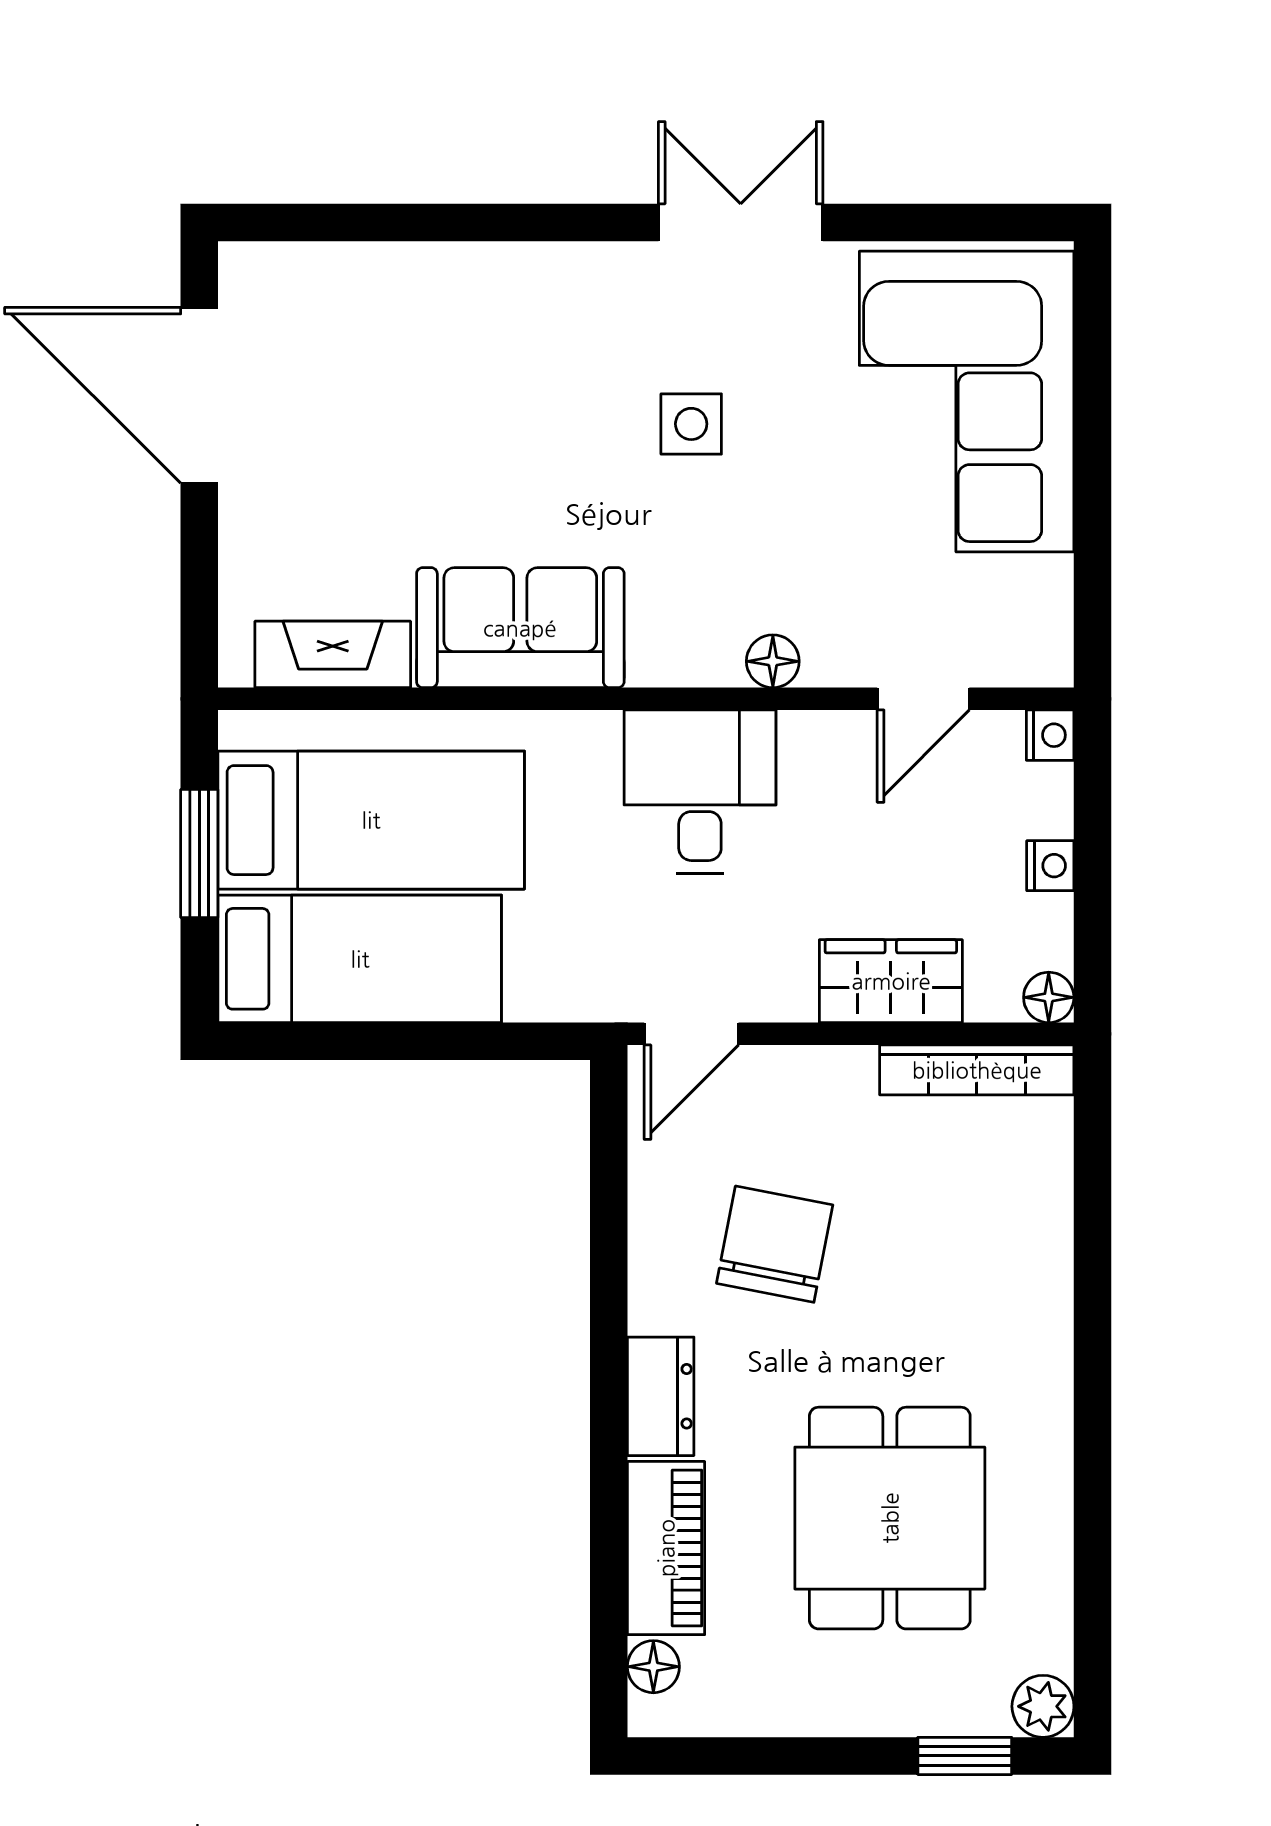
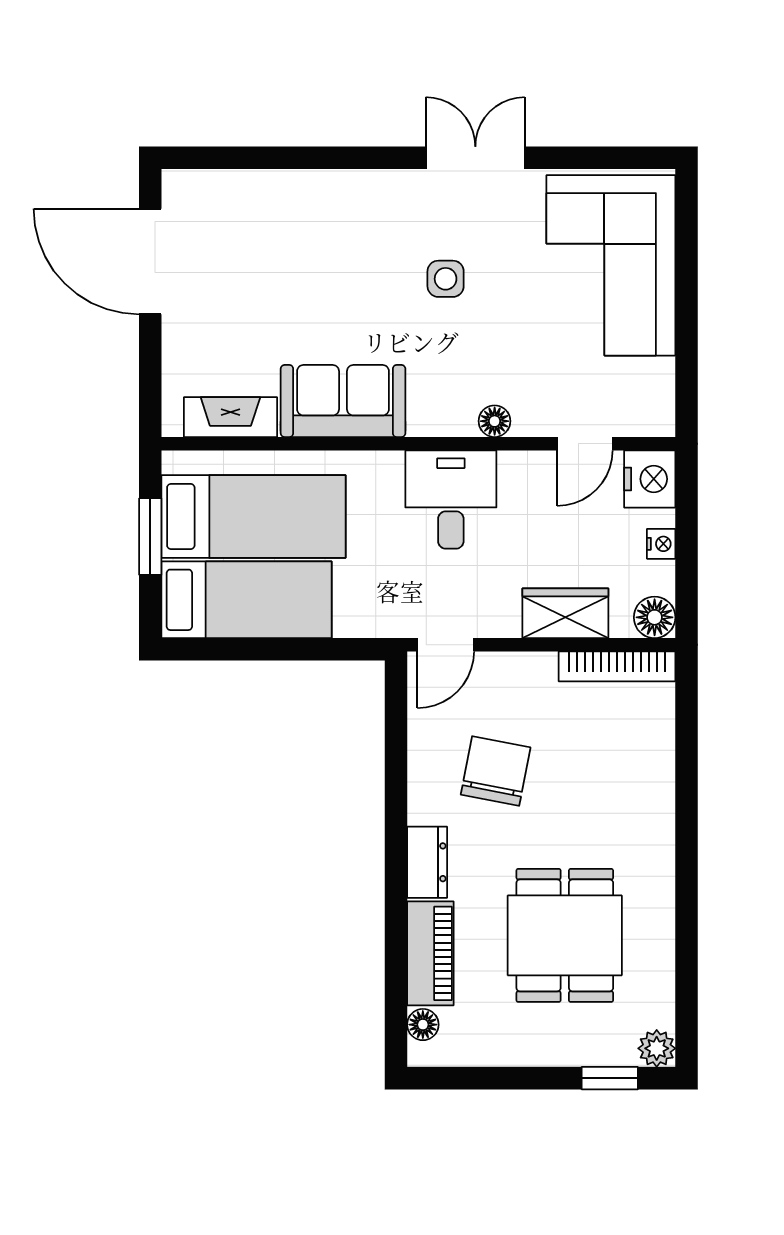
nightstand: (1050, 735) -> (650, 479), width x1.89, depth x1.79
floor lamp: (1049, 997) -> (655, 617), width x1.37, depth x1.37

